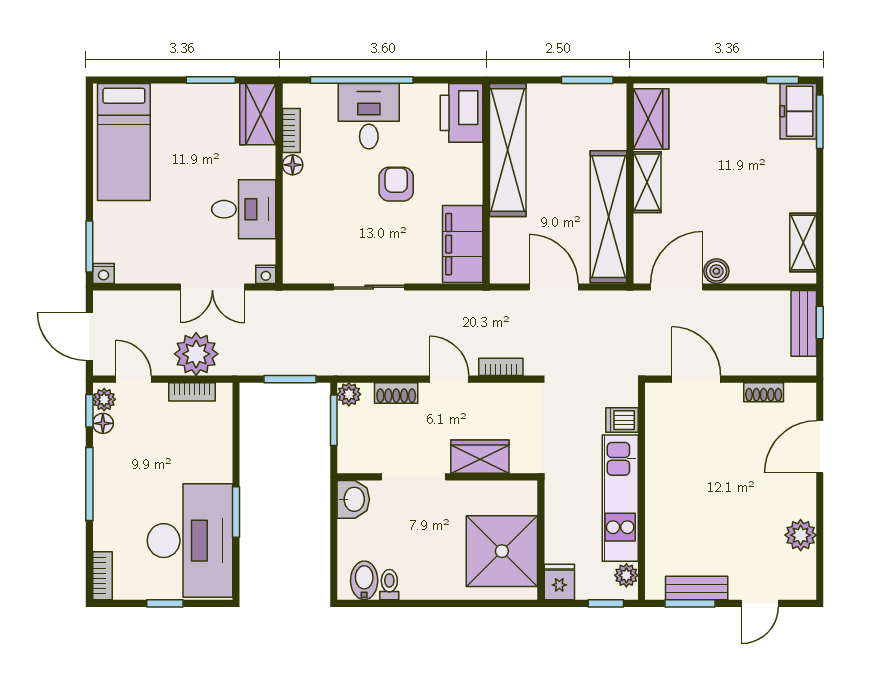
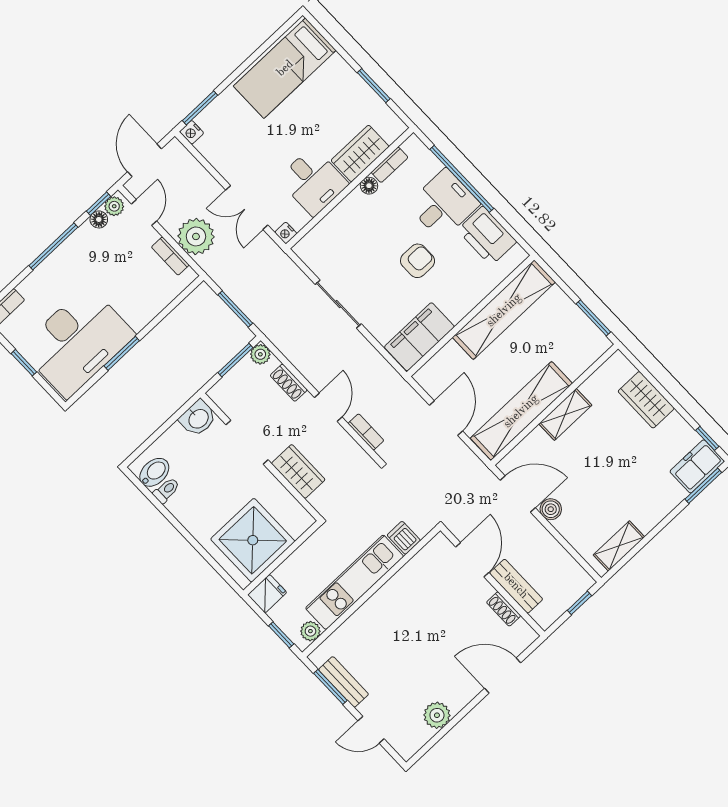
printer: (462, 113) -> (487, 236), moved, turned -90
wardrobe: (258, 114) -> (360, 153), moved
wardrobe: (651, 119) -> (646, 400), moved, turned 90
bench: (804, 323) -> (516, 586), moved, turned 90

